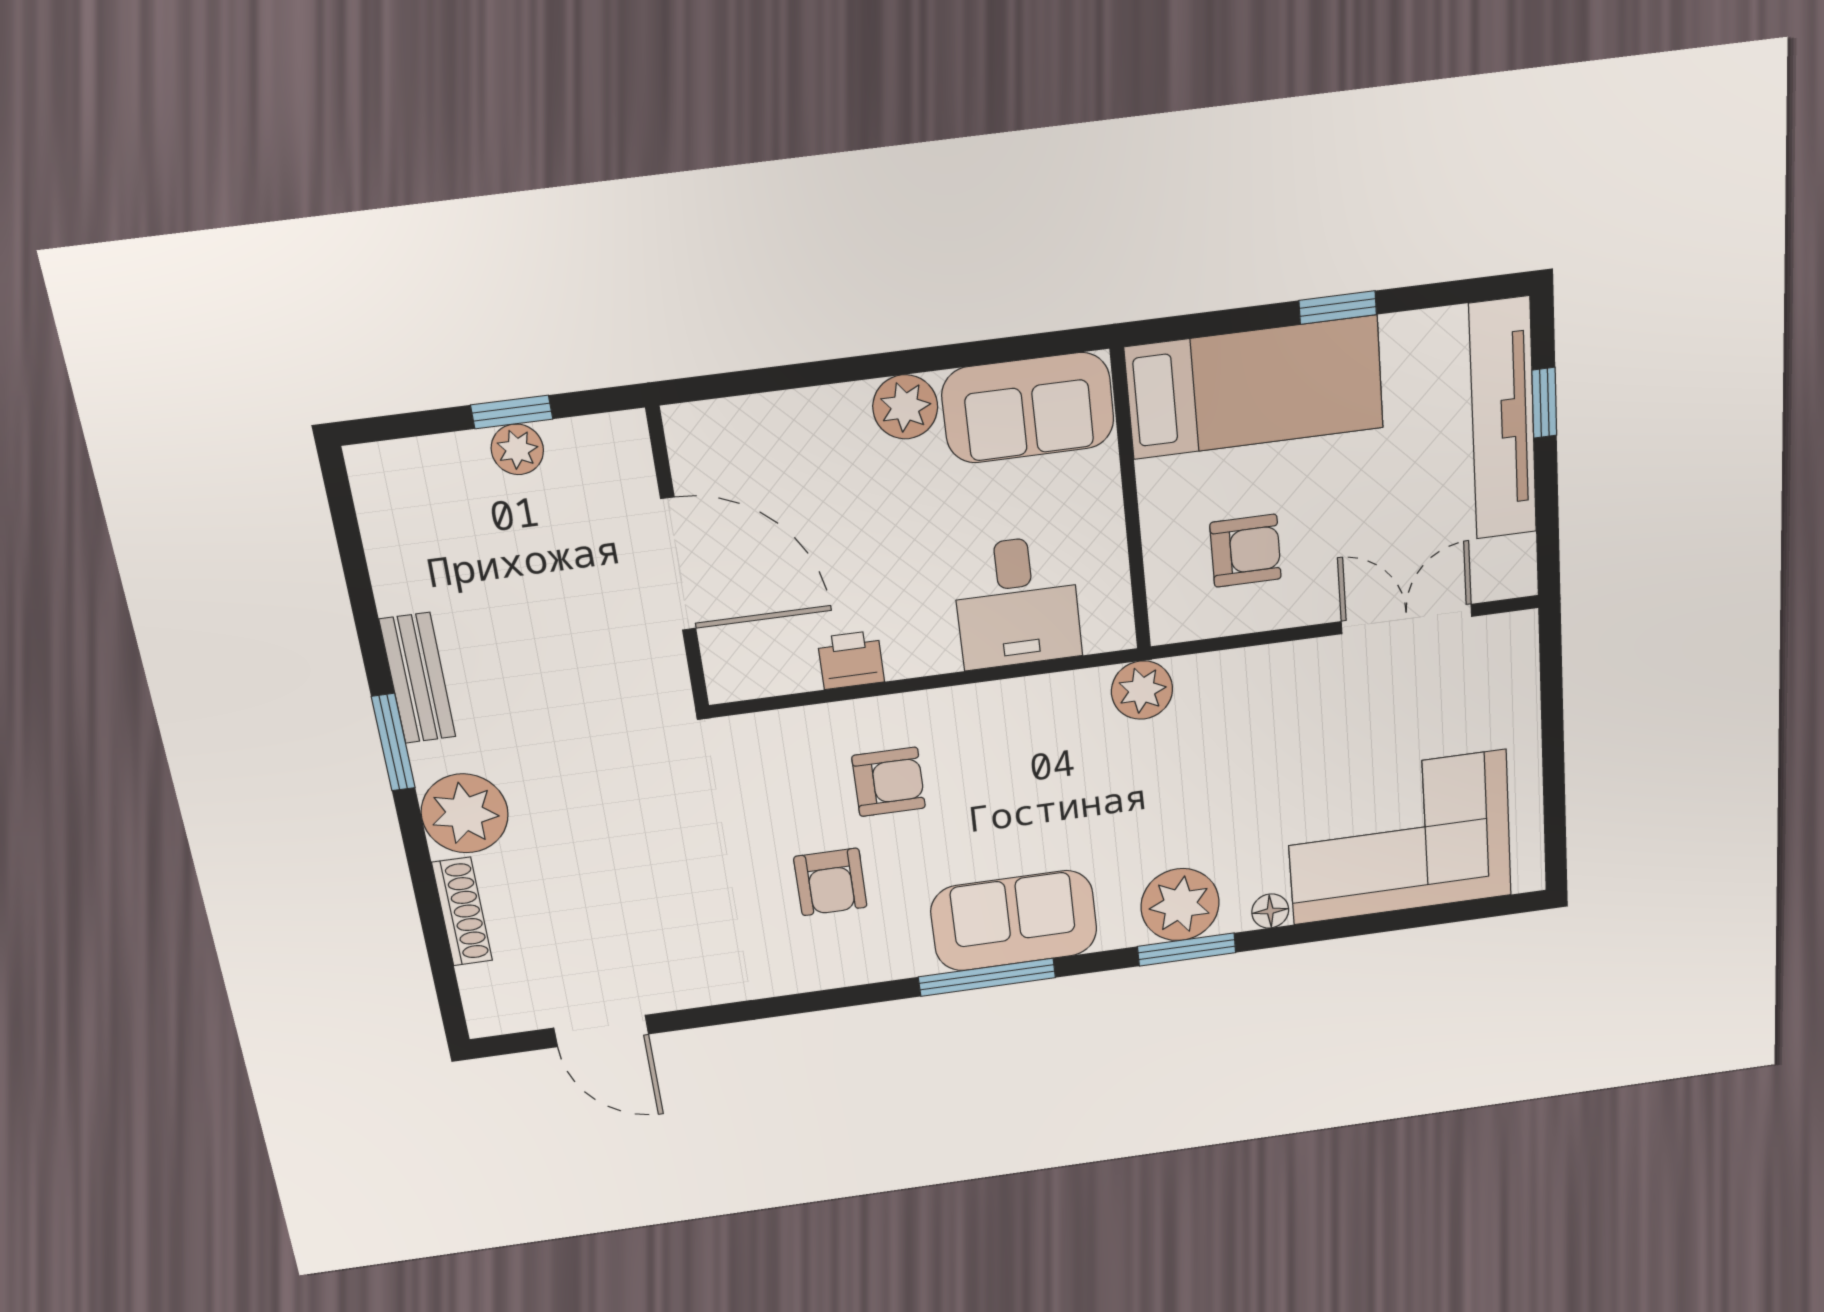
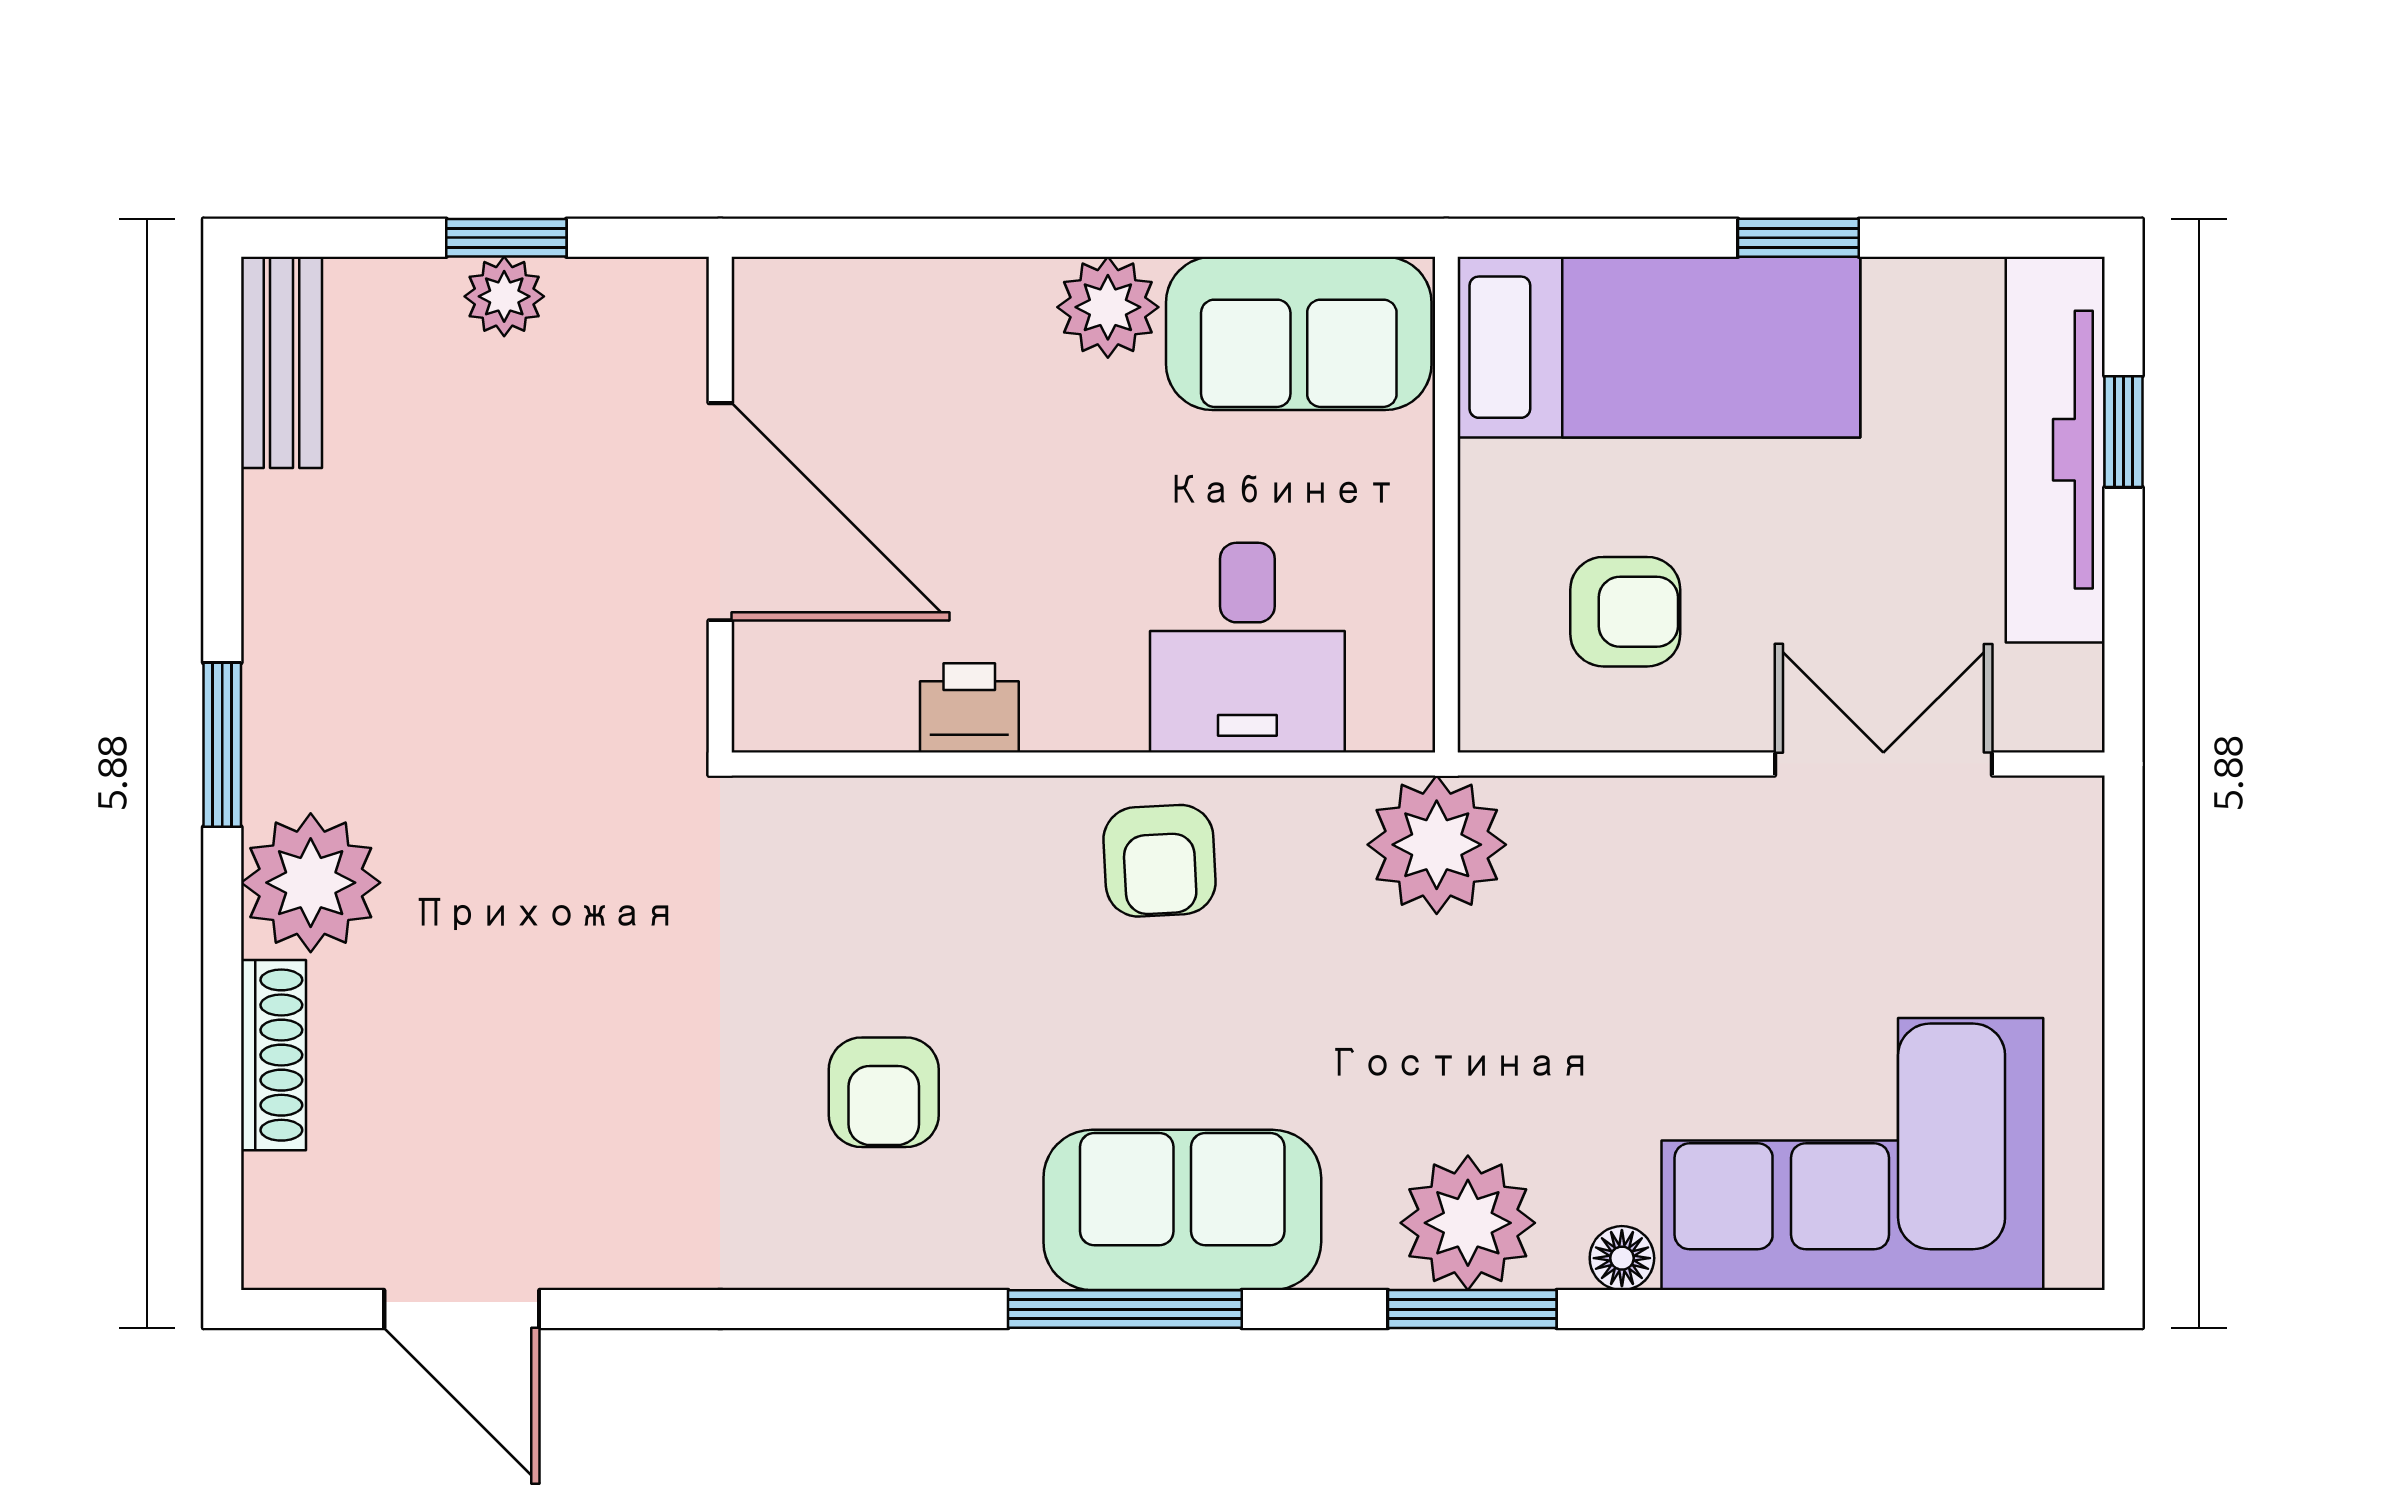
bench: (418, 678) -> (282, 362), moved
plant: (1142, 690) -> (1437, 845), width x1.36, depth x1.36
armchair: (889, 782) -> (1160, 861), moved, turned 87

